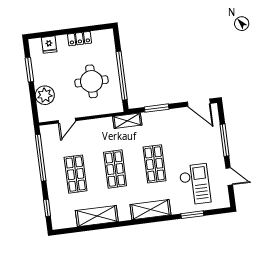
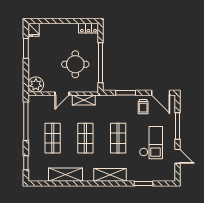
locker: (80, 39) -> (88, 28), moved
fridge: (49, 45) -> (34, 30), moved
plant: (45, 95) -> (36, 85), moved
door: (67, 121) -> (62, 94), moved
shelving: (127, 121) -> (84, 100), moved
trolley: (180, 122) -> (143, 107), added
checkout: (195, 184) -> (151, 143), moved

